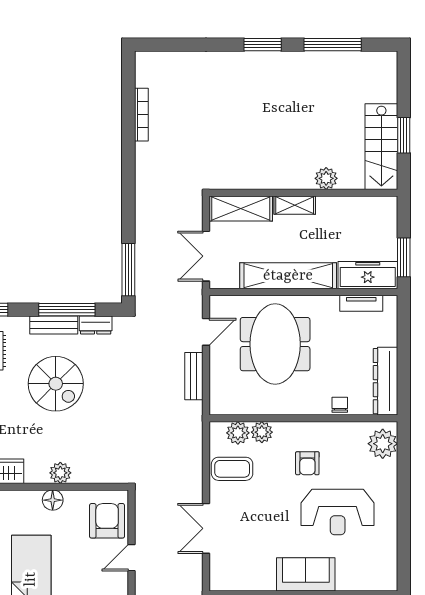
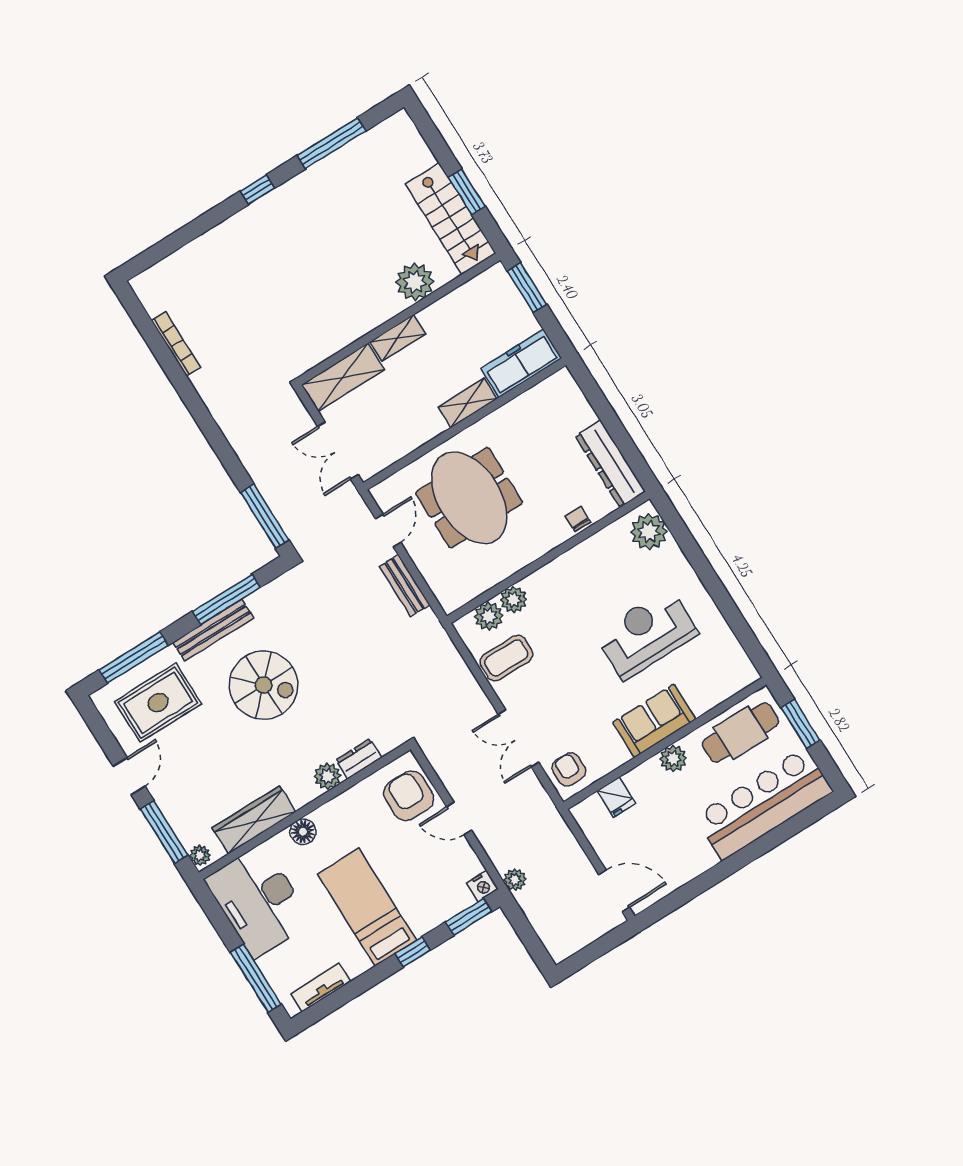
window: (263, 45) -> (257, 190), width x0.67
plant: (326, 178) -> (415, 282), width x1.36, depth x1.36
window: (404, 257) -> (527, 288), moved
shelving: (288, 276) -> (468, 403), width x0.45, depth x0.75
tv unit: (361, 303) -> (533, 398), removed
bench: (54, 325) -> (213, 630), width x1.36
dresser: (96, 325) -> (359, 759), moved, turned 180
armchair: (307, 463) -> (569, 769), moved, turned 180
floor lamp: (53, 500) -> (303, 832), moved
reception desk: (338, 512) -> (646, 634), turned 180
door: (132, 558) -> (459, 819), hinge flipped

